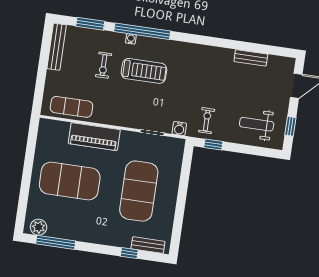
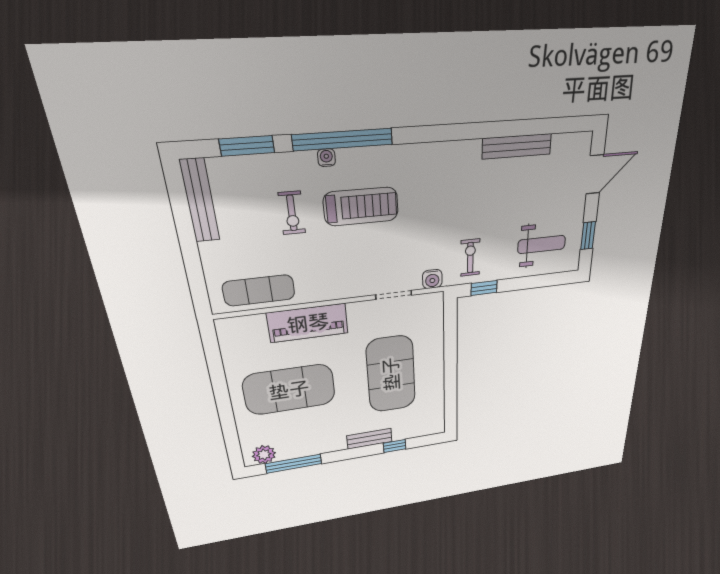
bench: (251, 58) -> (517, 146), width x1.36
weight bench: (257, 124) -> (542, 245), turned 180
bench: (148, 245) -> (369, 439), moved

